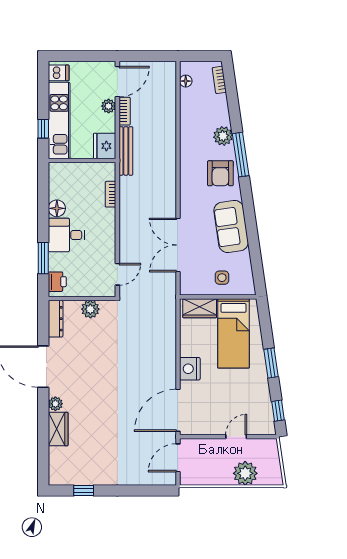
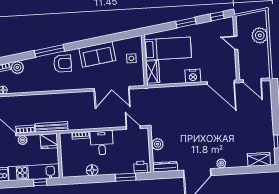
plant: (223, 136) -> (17, 67), moved
desk: (66, 235) -> (102, 143), moved, turned 180
wardrobe: (58, 429) -> (259, 159), moved

